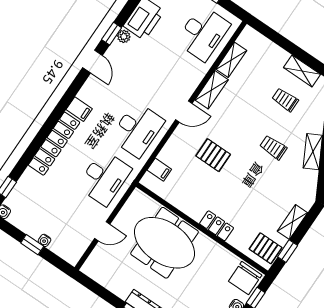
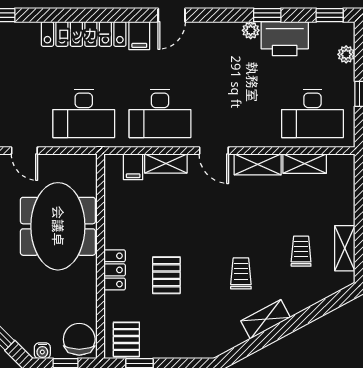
window: (112, 34) -> (267, 15), moved
door: (93, 61) -> (172, 15), moved
pallet: (213, 155) -> (166, 275), moved
shelving: (292, 222) -> (166, 163), moved
chair: (245, 278) -> (79, 339), turned 90

